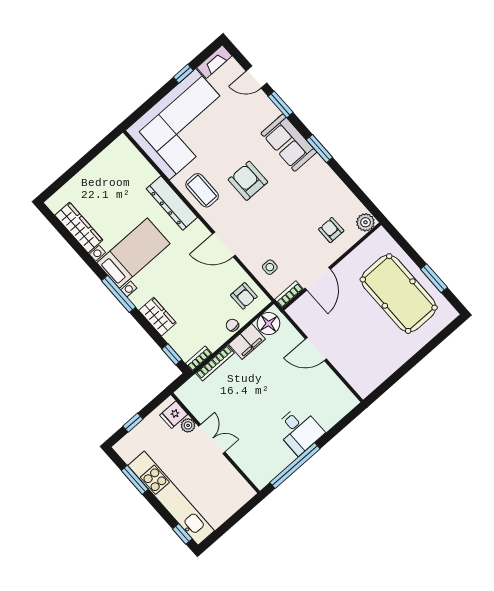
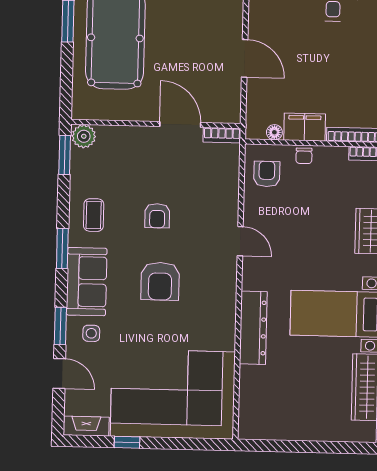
coffee table: (202, 190) -> (94, 215), moved, width x0.73, depth x0.77
window: (367, 202) -> (65, 155), added
armchair: (331, 230) -> (157, 216), moved
door: (224, 245) -> (240, 241), width x0.73
side table: (270, 267) -> (91, 333), moved
door: (318, 279) -> (180, 125), hinge flipped
floor lamp: (269, 324) -> (274, 132), width x0.53, depth x0.53

